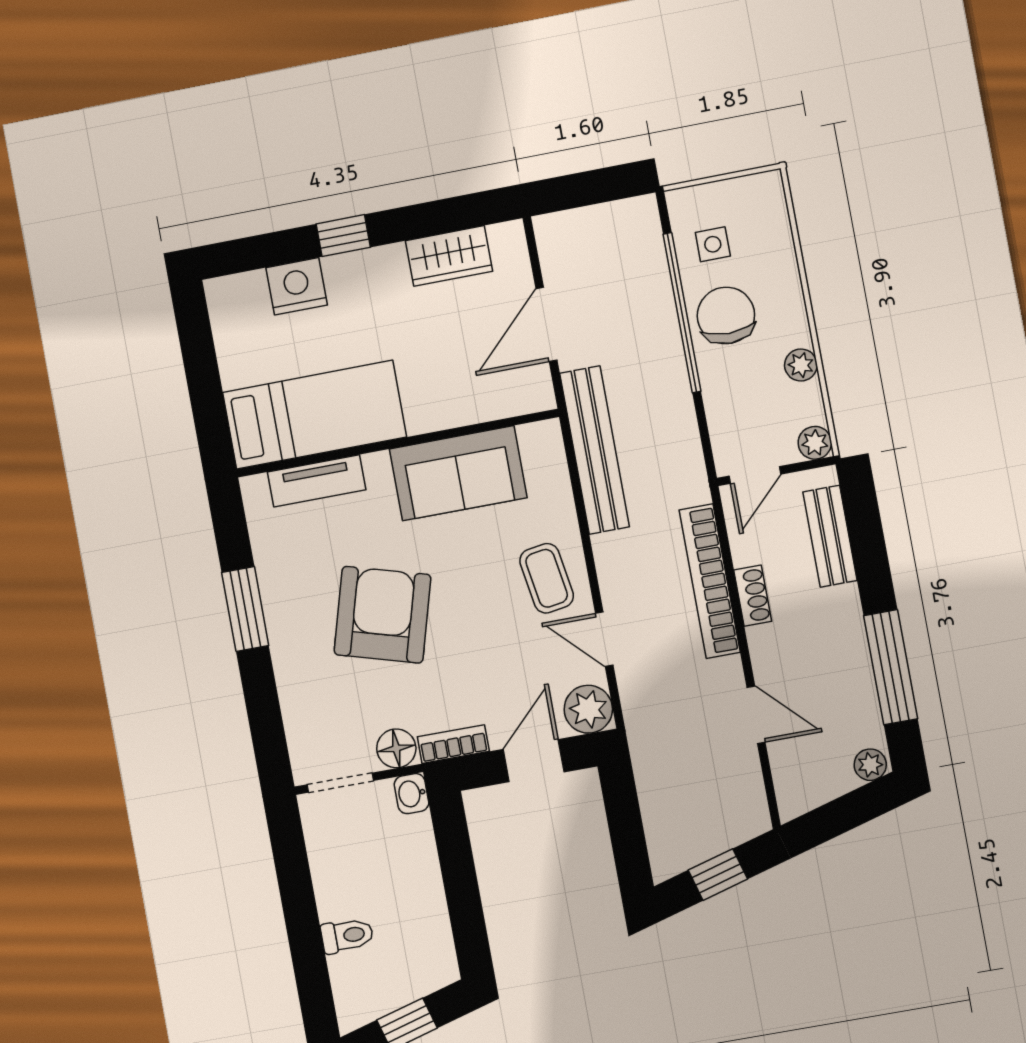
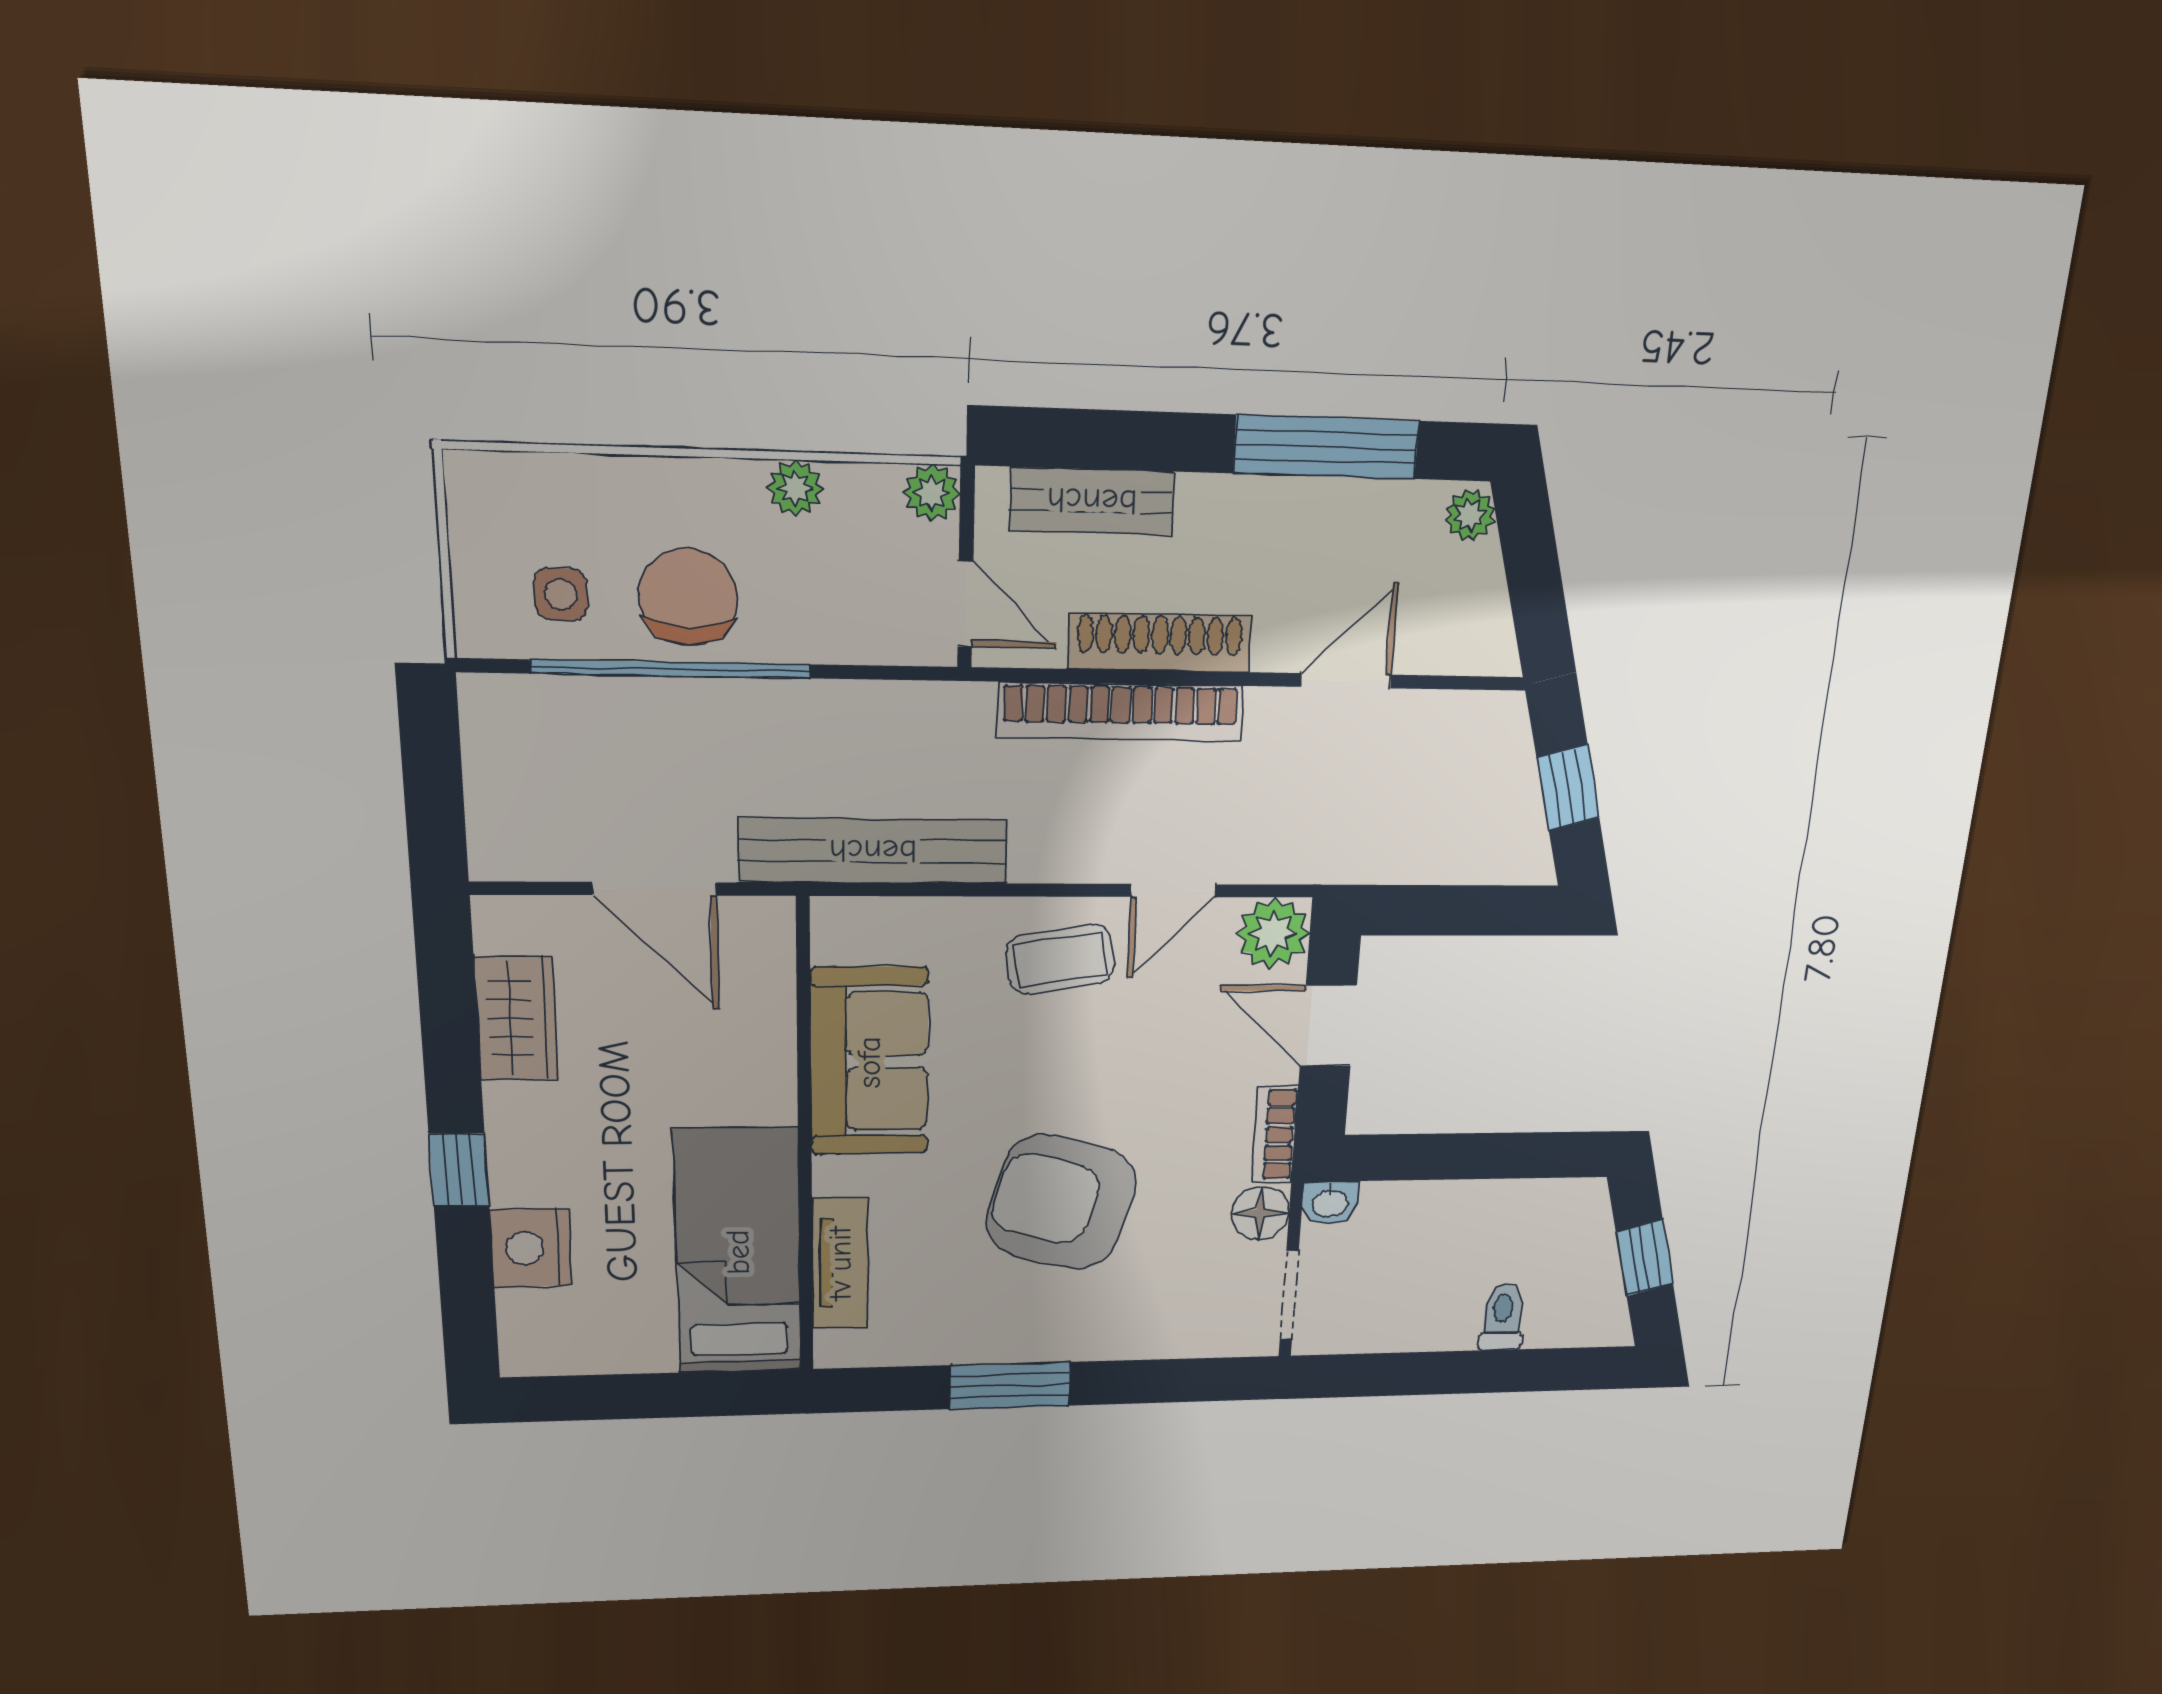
chair: (726, 315) -> (688, 597), turned 90
shoe rack: (753, 596) -> (1160, 642), width x1.94, depth x1.24

